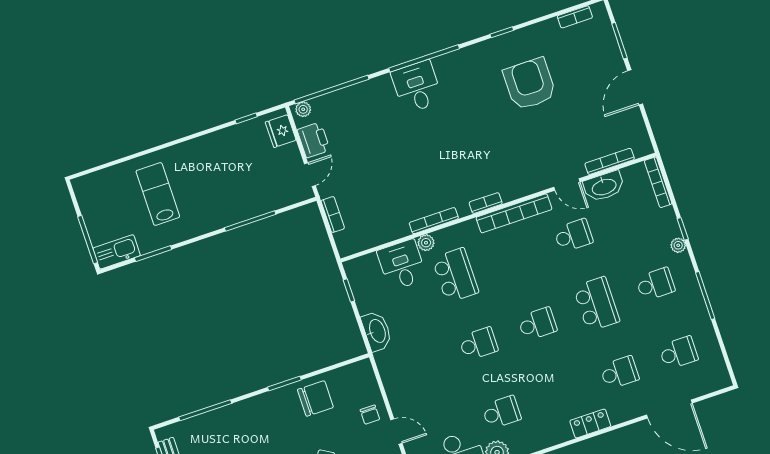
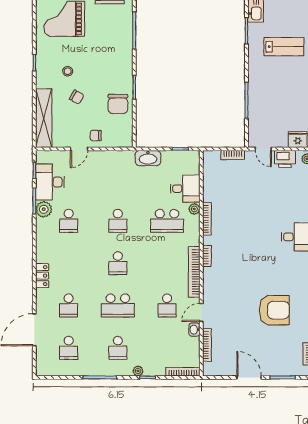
washbasin: (604, 186) -> (194, 330), width x0.52, depth x0.69

